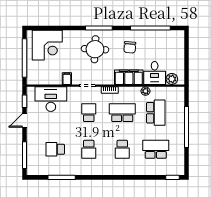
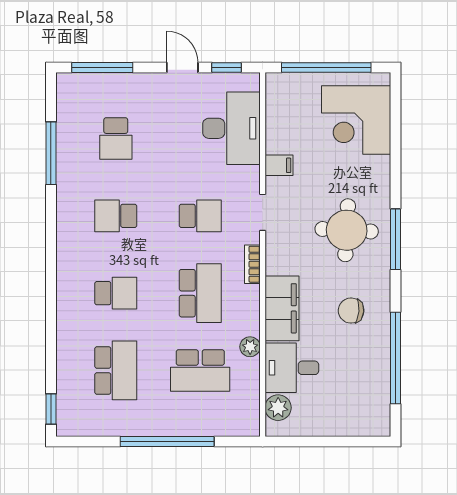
school desk: (55, 149) -> (116, 139), turned 180
school desk: (122, 149) -> (116, 293), turned 180

